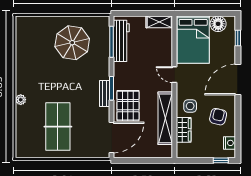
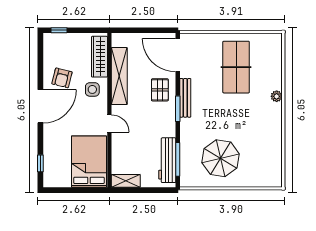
floor lamp: (218, 24) -> (62, 179), removed
door: (238, 80) -> (40, 106), moved
bench: (105, 94) -> (185, 98), width x1.36
pallet: (128, 106) -> (160, 90), width x0.67, depth x0.71
wardrobe: (184, 130) -> (99, 57), width x1.50
door: (112, 137) -> (178, 55), hinge flipped
nightstand: (230, 143) -> (50, 49), removed

